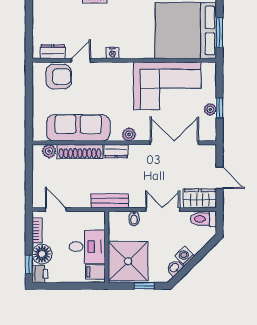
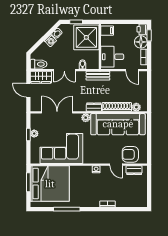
door: (81, 60) -> (116, 165), hinge flipped
sofa: (78, 128) -> (118, 124), width x1.36, depth x1.27
double door: (174, 143) -> (57, 112), swing flipped
desk: (87, 247) -> (112, 57), moved

